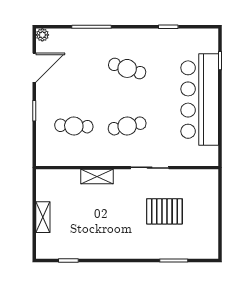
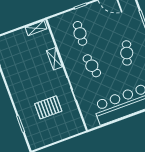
pallet: (164, 211) -> (48, 107), turned 90
shelving: (43, 217) -> (36, 28), moved

